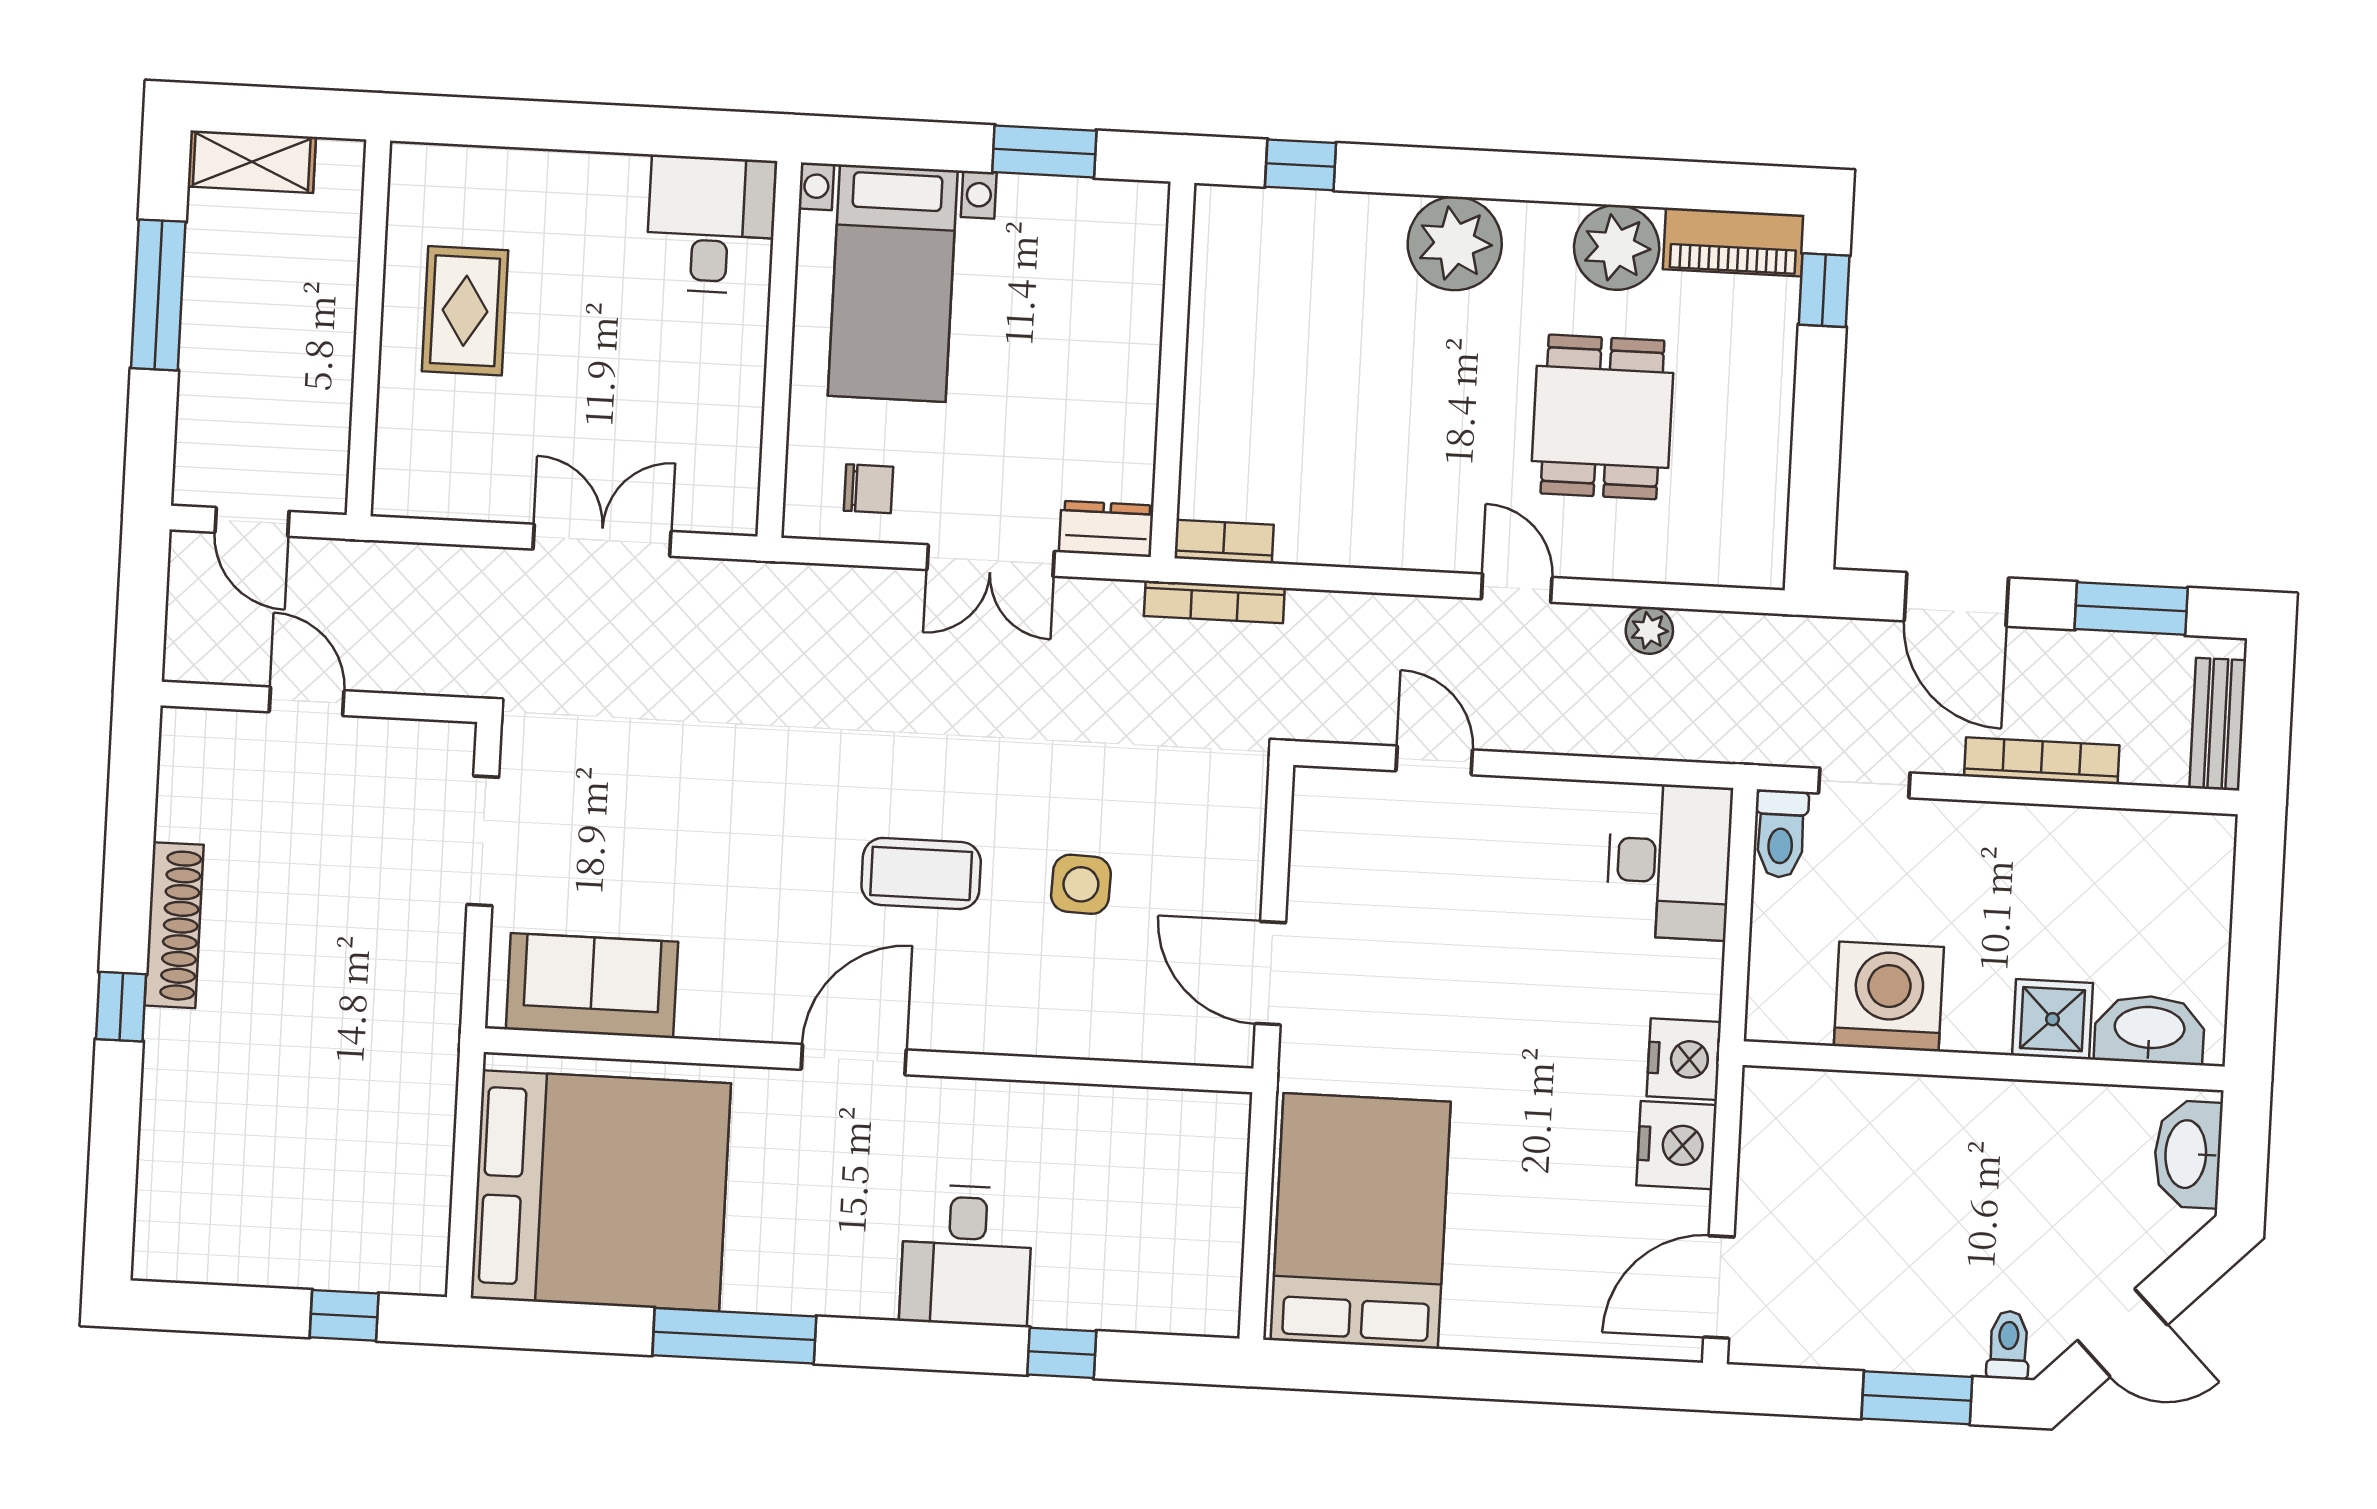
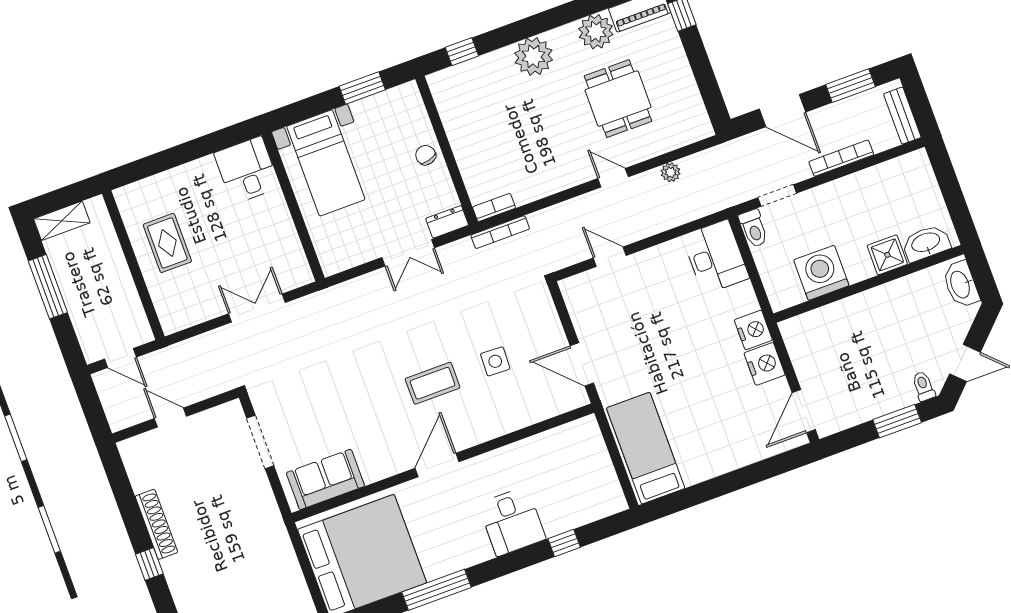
chair: (868, 489) -> (426, 155), moved, turned -105
bed: (1361, 1221) -> (646, 448), width x0.67

